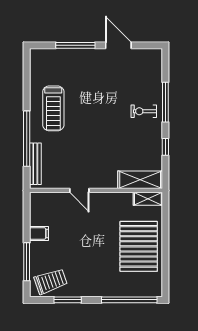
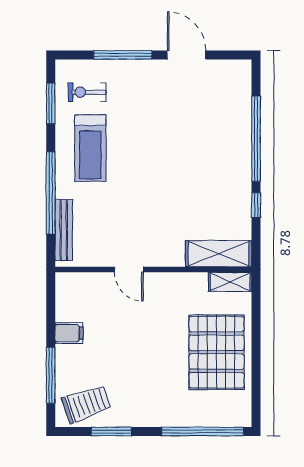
window: (27, 78) -> (51, 103), added
window: (165, 102) -> (256, 139), width x1.46
exercise bike: (144, 111) -> (87, 92), moved

